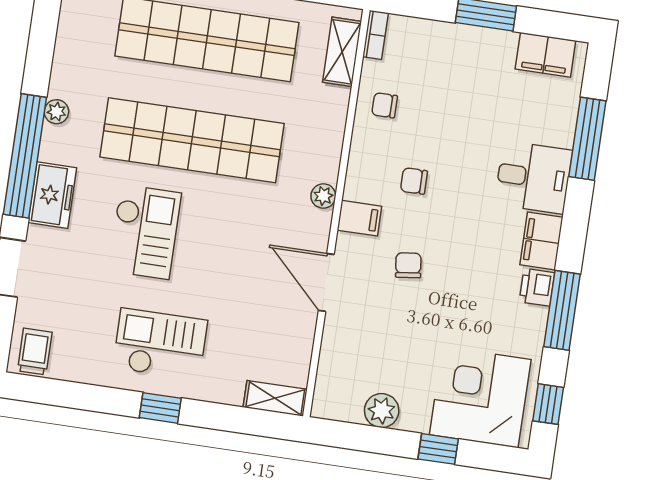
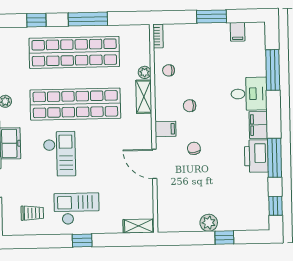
shelving: (342, 52) -> (144, 97), moved
filing cabinet: (545, 55) -> (238, 32), width x0.50
plant: (323, 196) -> (145, 72), moved
printer: (537, 287) -> (256, 156), width x1.87, depth x1.48
trolley: (35, 351) -> (32, 213), moved, turned 90
corner desk: (480, 397) -> (241, 208), removed
plant: (382, 411) -> (209, 223), moved

